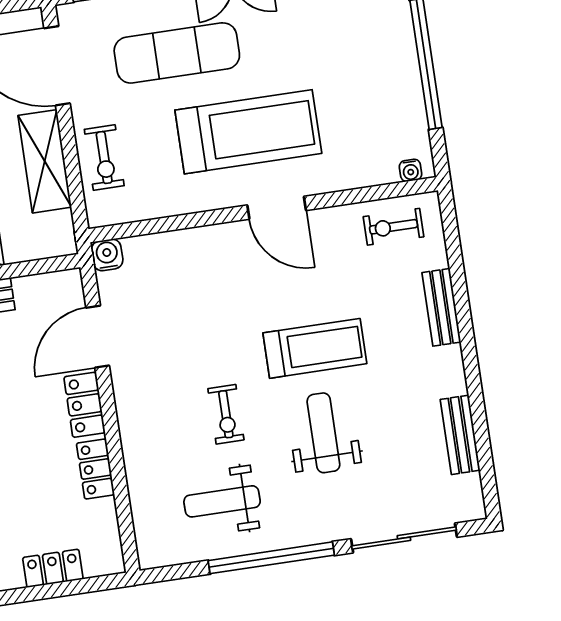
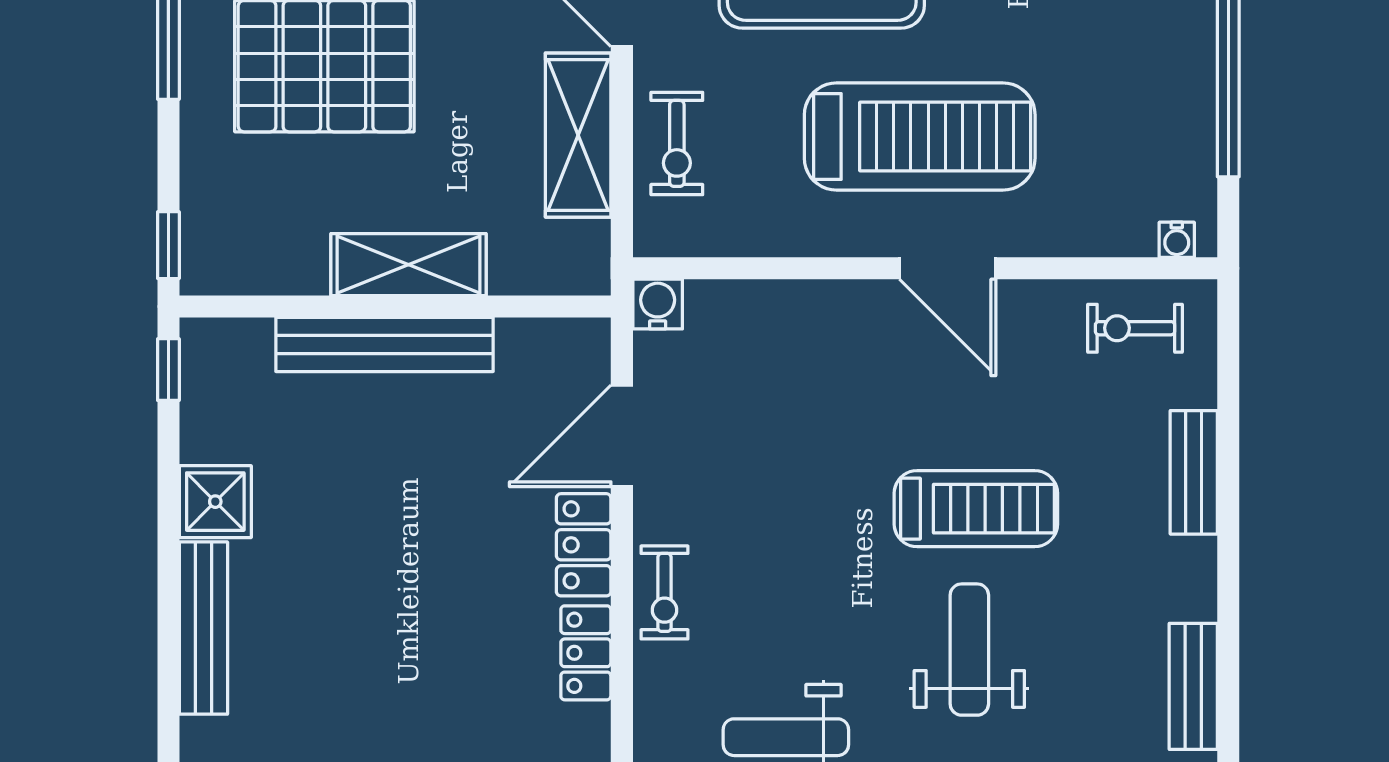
exercise bike: (226, 414) -> (665, 592), moved

